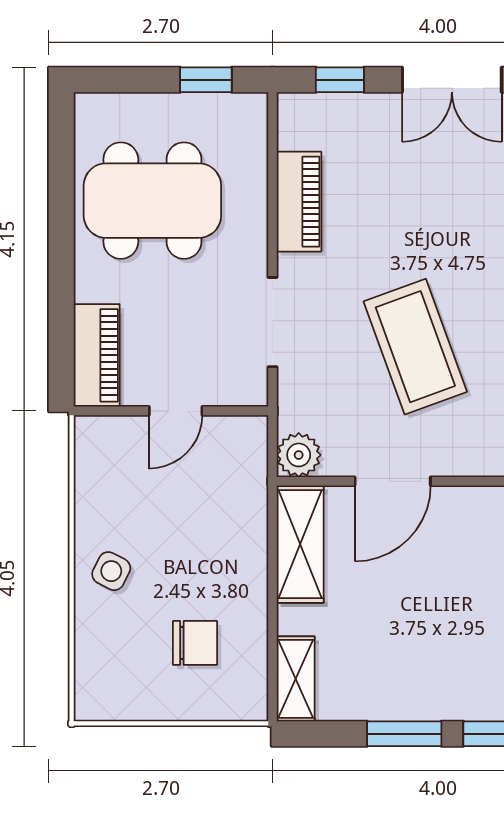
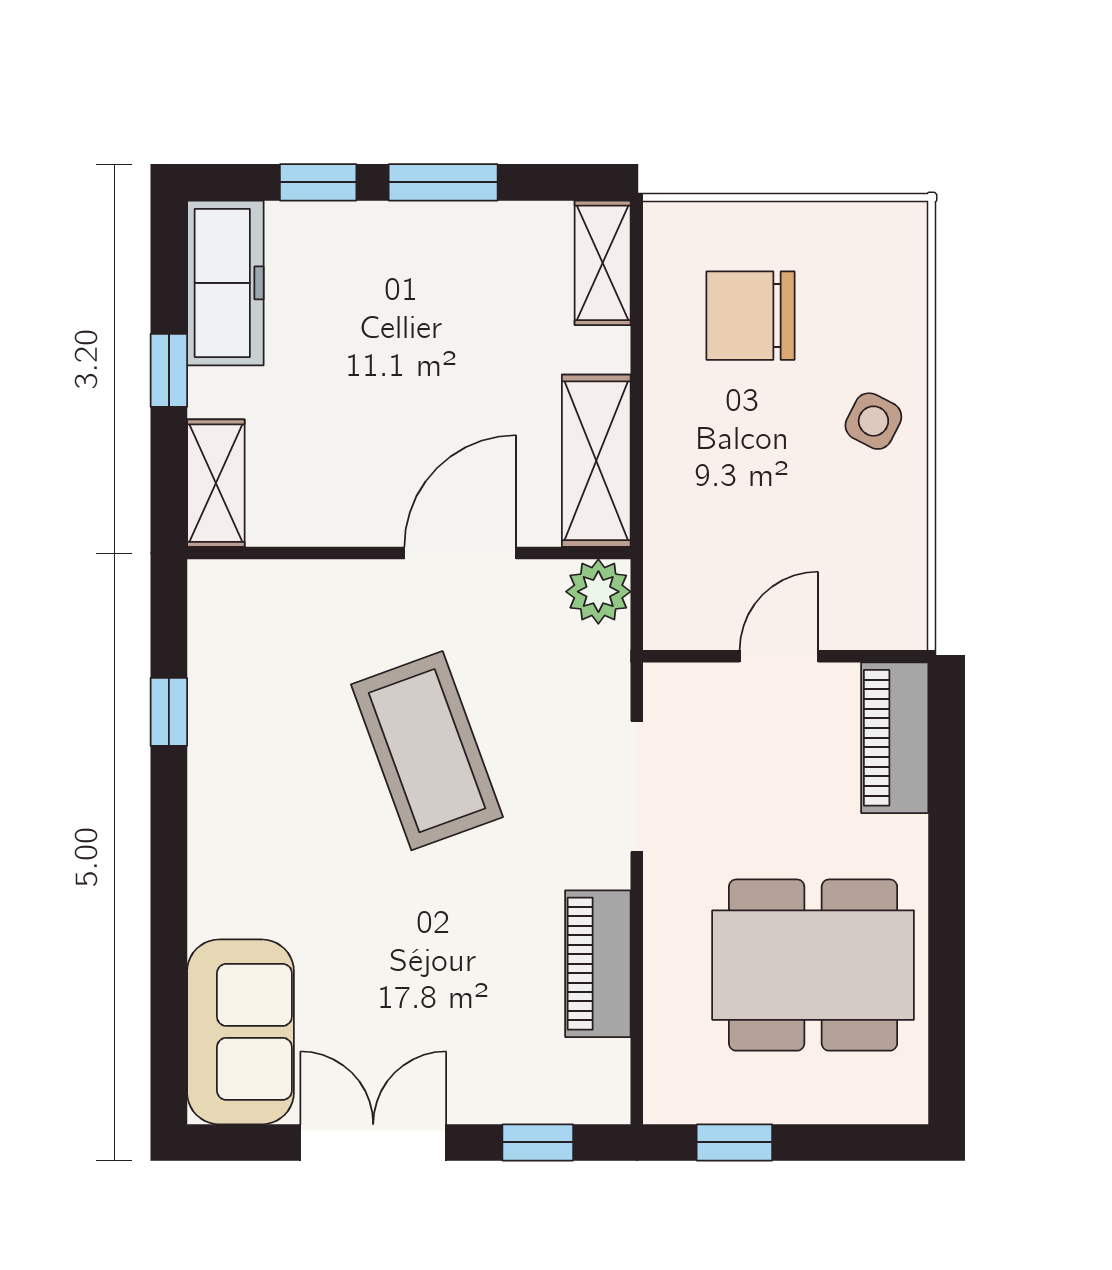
chair: (195, 643) -> (750, 316), width x1.37, depth x1.37

